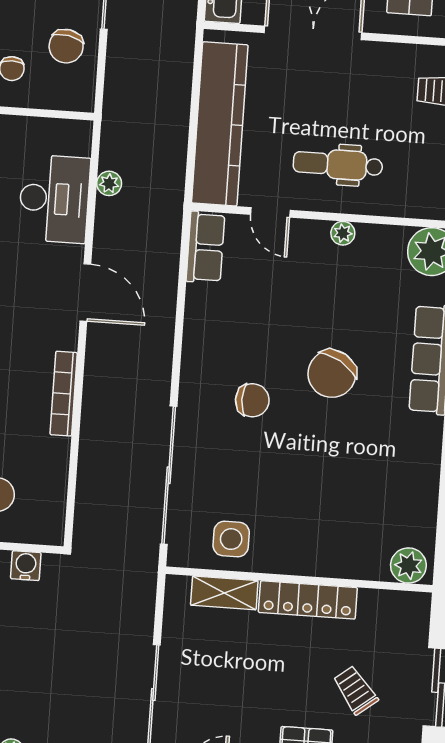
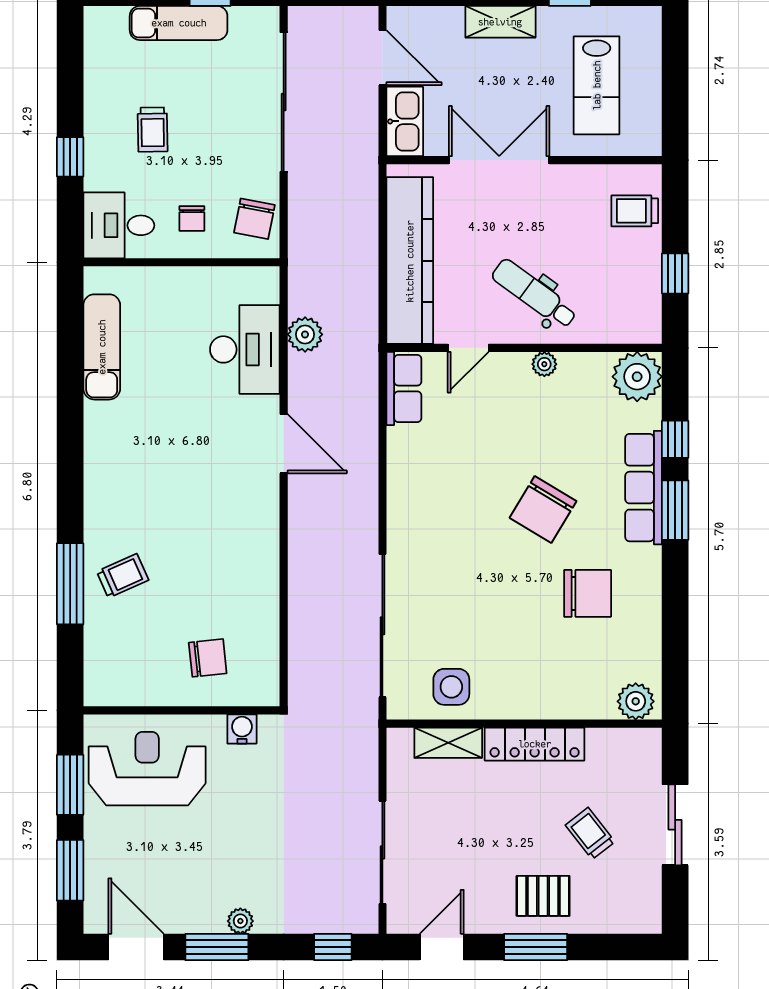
chair: (66, 46) -> (254, 219), moved
dental chair: (338, 164) -> (534, 294), turned 36
plant: (109, 183) -> (305, 334), width x1.38, depth x1.38
door: (270, 212) -> (468, 348), hinge flipped
bookcase: (64, 394) -> (269, 549), removed
chair: (252, 400) -> (588, 593), moved, width x1.37, depth x1.37

